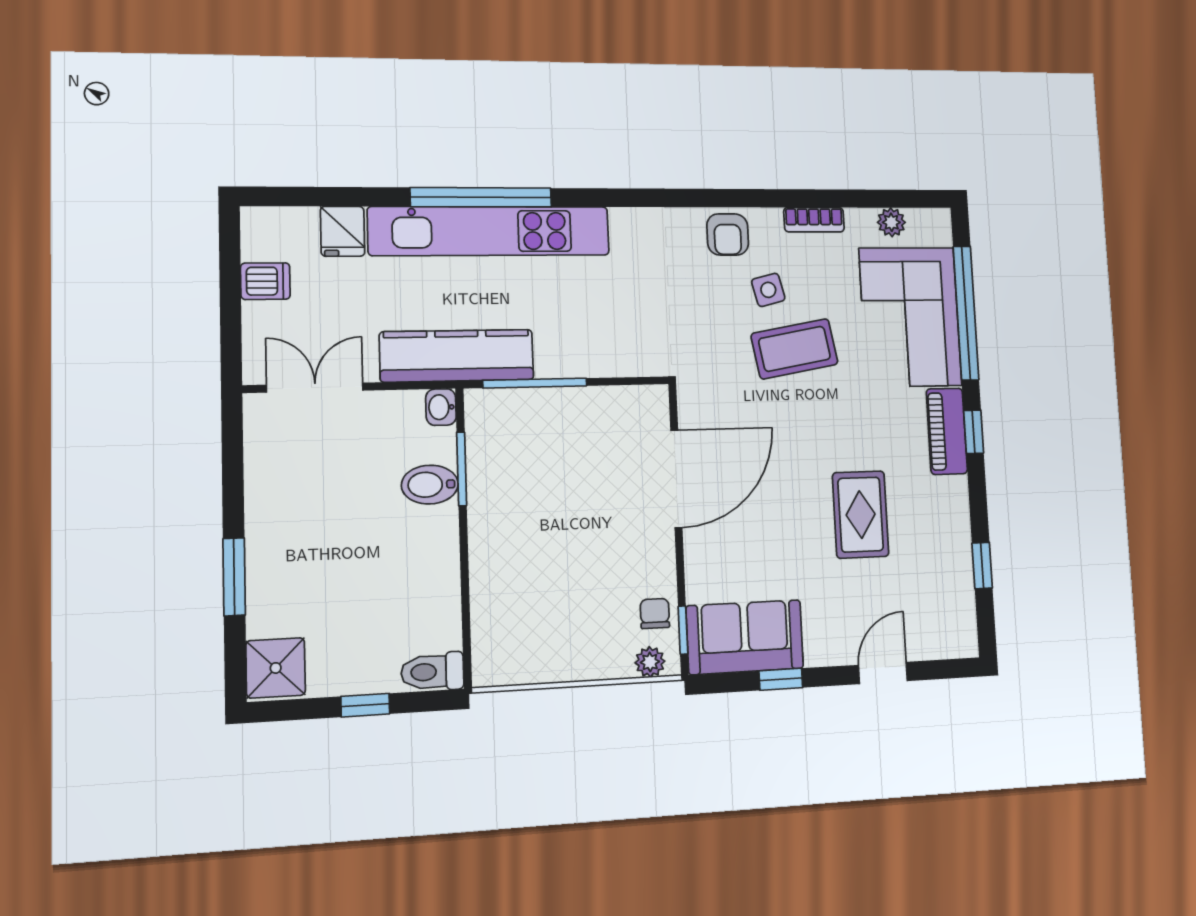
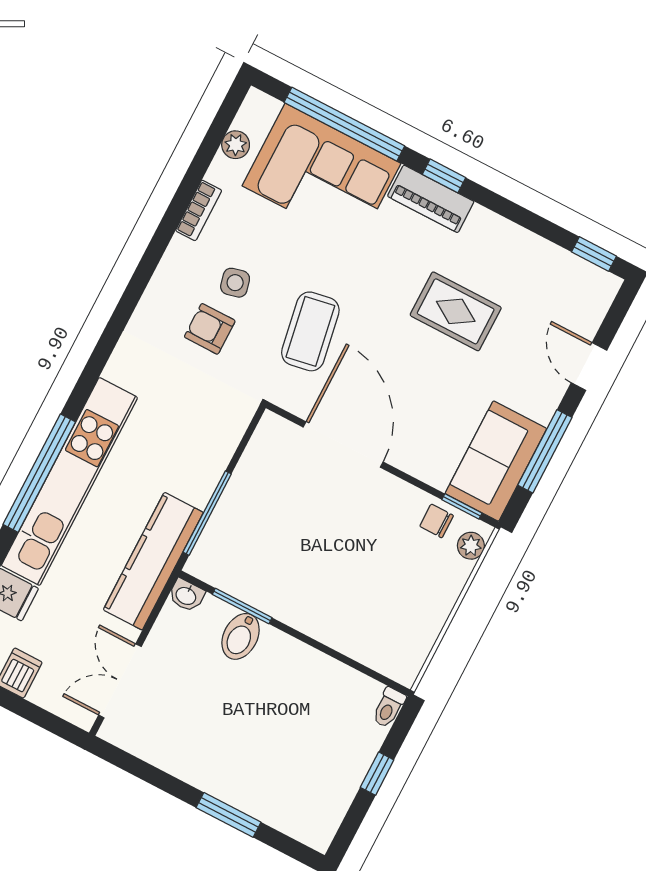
armchair: (728, 234) -> (210, 329), moved, turned 180
coffee table: (795, 349) -> (310, 331), moved
window: (982, 566) -> (594, 254), moved
shower: (276, 668) -> (312, 822), removed
toilet: (432, 672) -> (389, 708), width x0.73, depth x0.72
window: (781, 679) -> (545, 451), width x2.17

